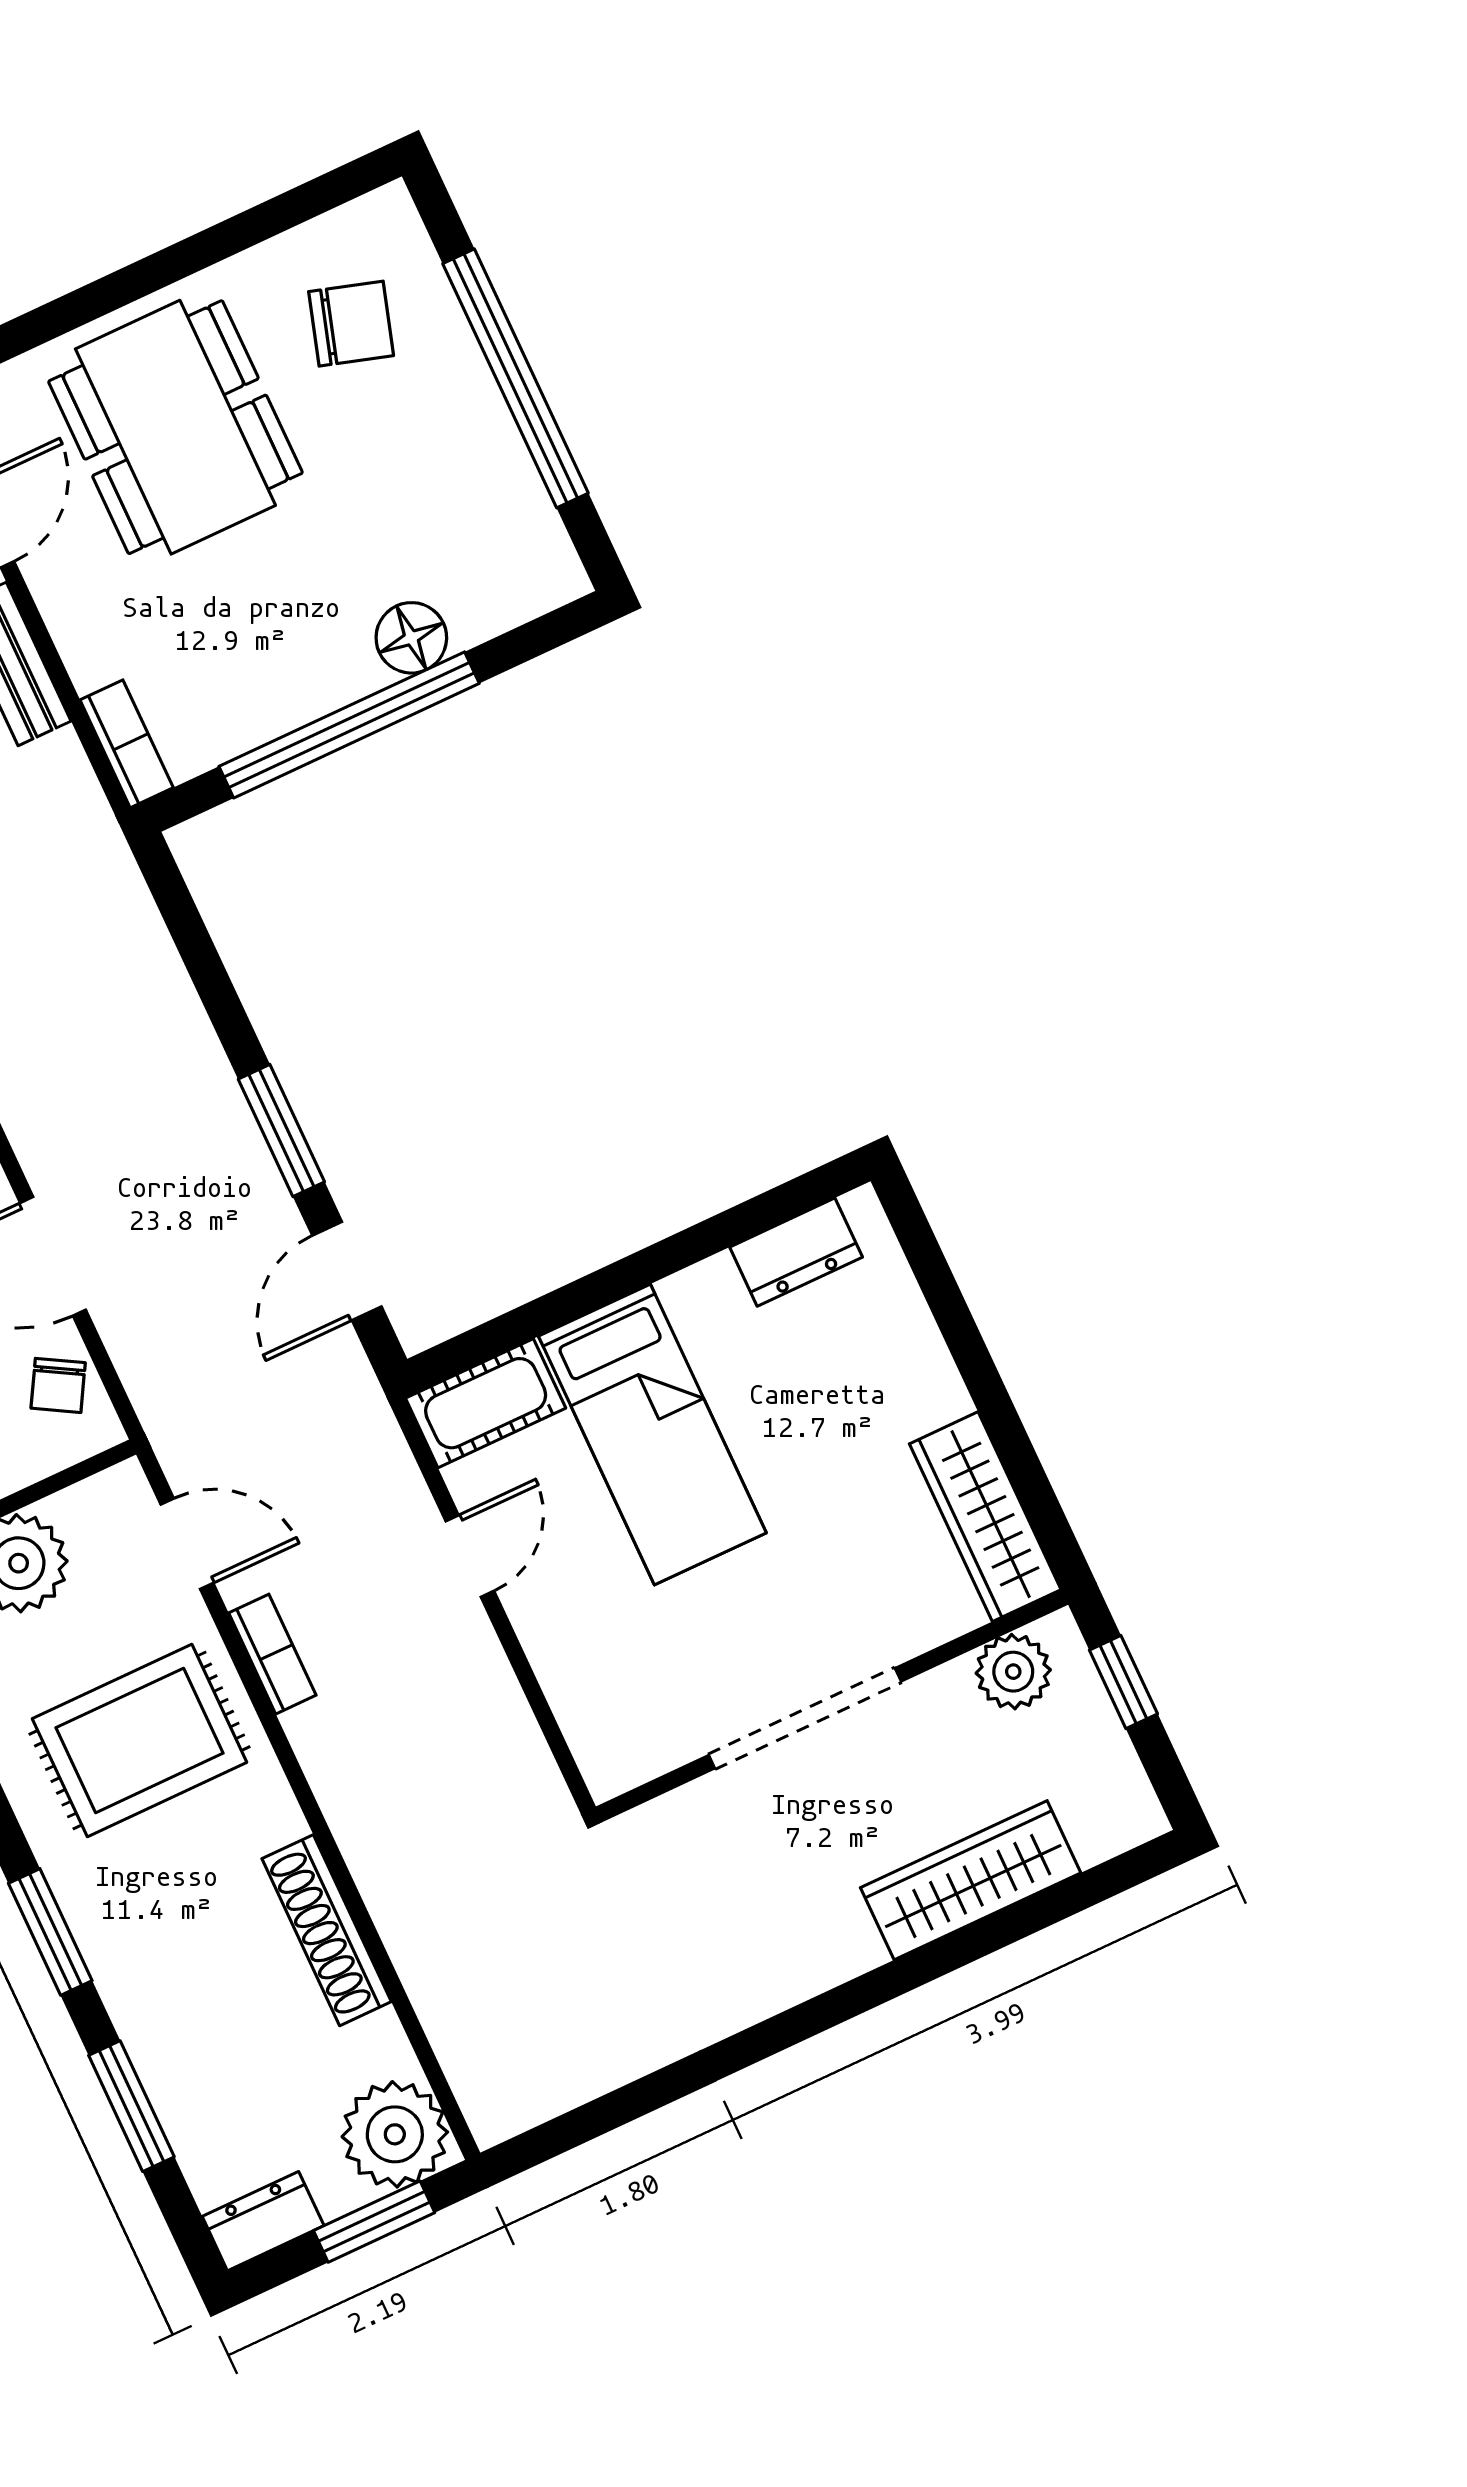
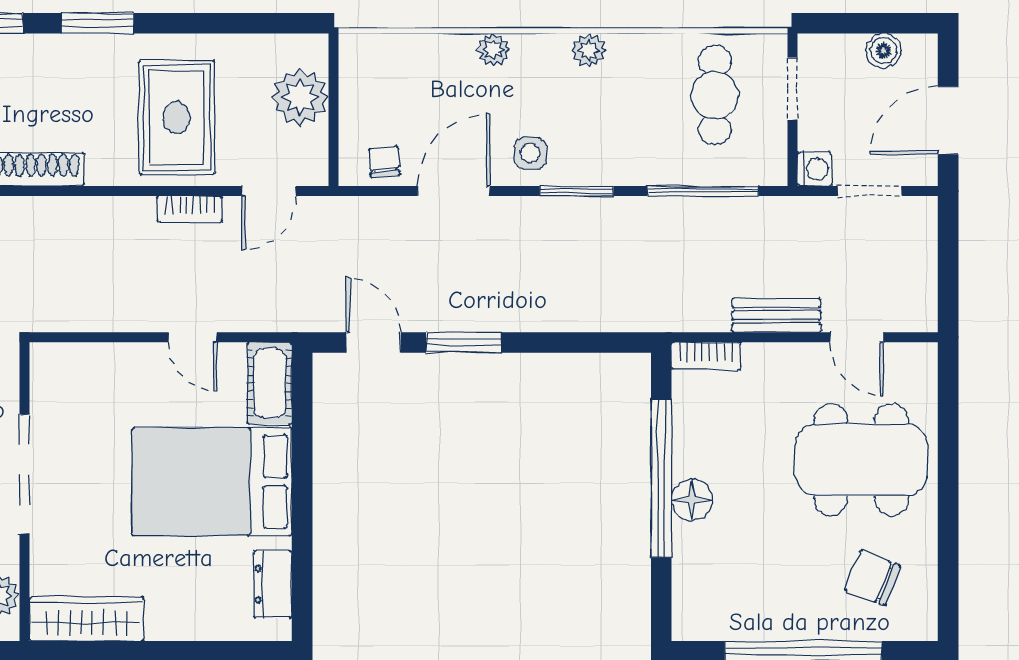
chair: (351, 324) -> (873, 578), turned 94
floor lamp: (411, 638) -> (692, 500), moved
chair: (58, 1385) -> (384, 162), turned 55
bed: (652, 1434) -> (212, 482), width x1.50

